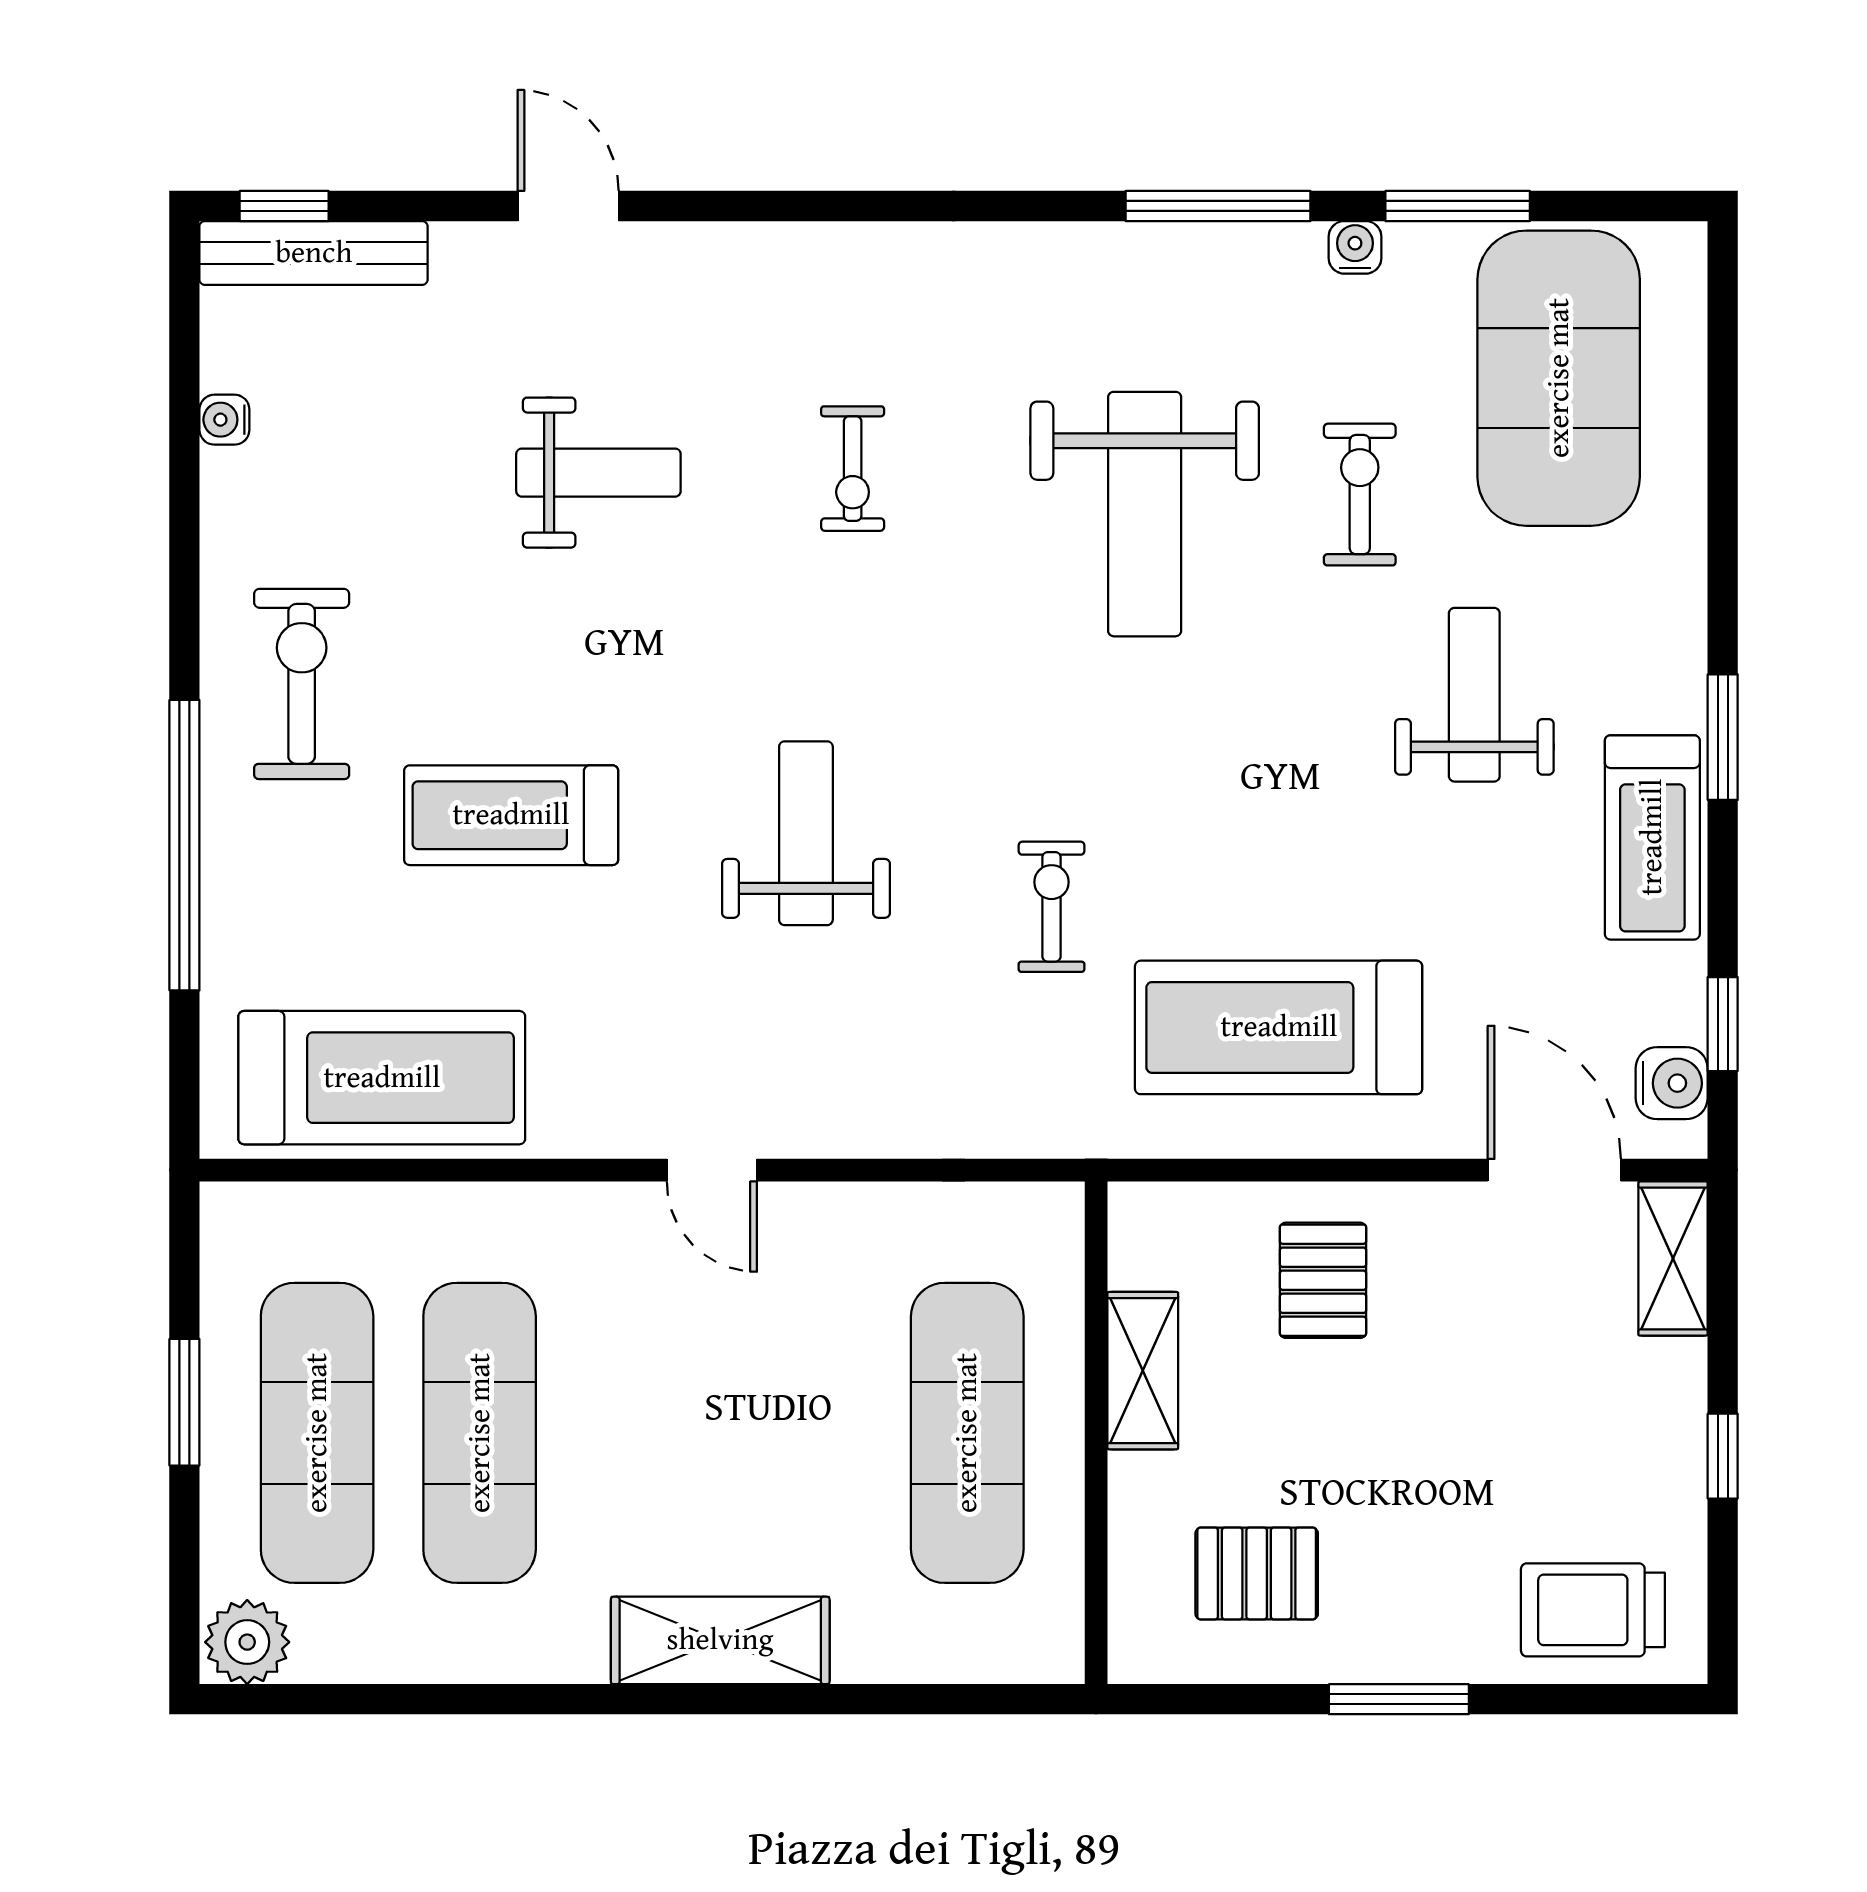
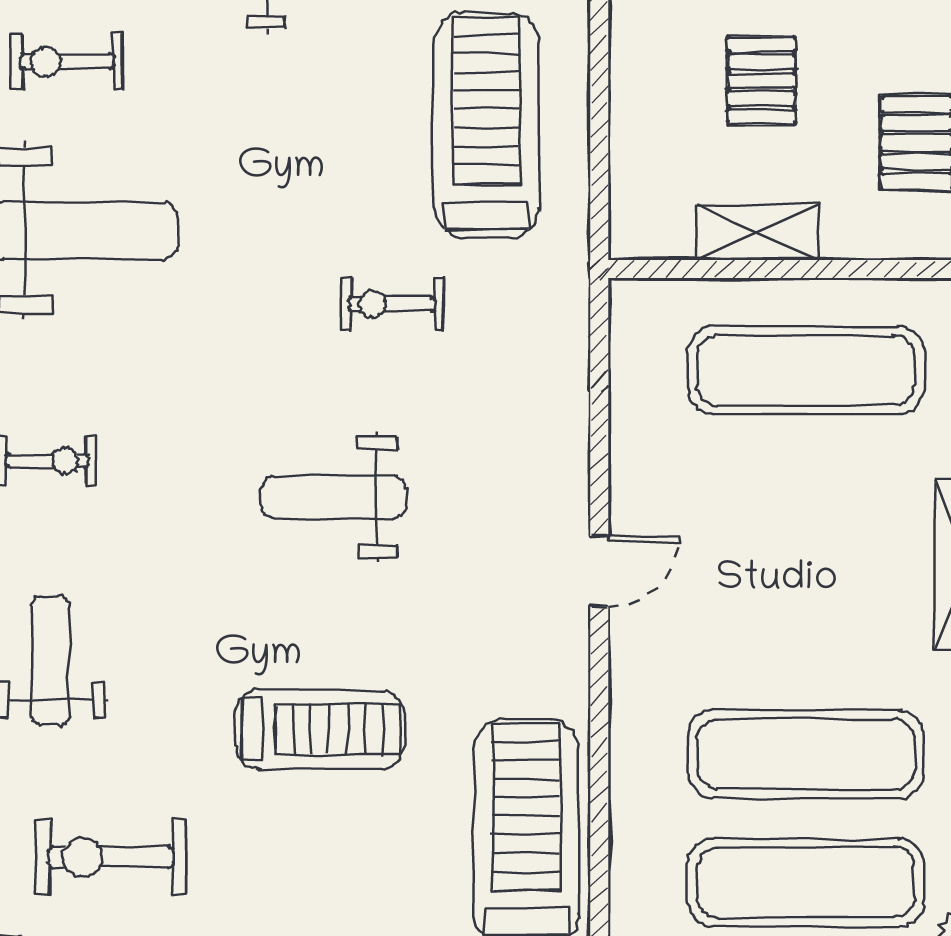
exercise bike: (302, 684) -> (111, 857), moved
treadmill: (511, 815) -> (320, 729), turned -90
treadmill: (1279, 1027) -> (487, 125), turned 180
pallet: (1323, 1280) -> (761, 81), moved, turned 90

